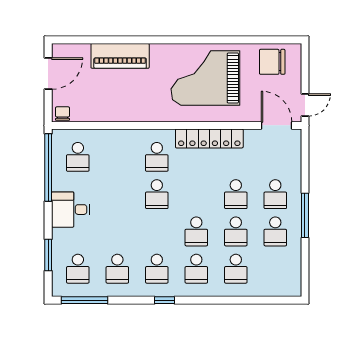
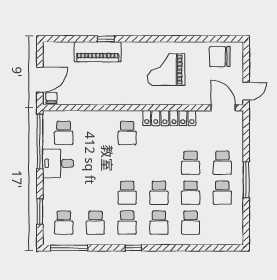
window: (130, 40) -> (106, 39), added
door: (48, 74) -> (40, 80), moved
grand piano: (205, 78) -> (166, 70), width x0.73, depth x0.68
school desk: (157, 194) -> (127, 193), moved
desk: (71, 210) -> (58, 163), moved

